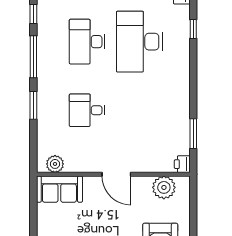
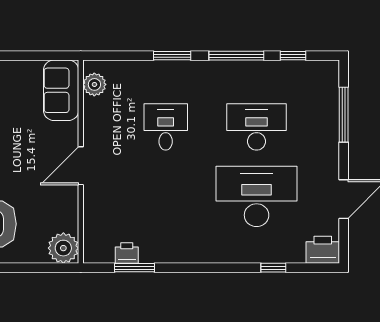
printer: (182, 164) -> (127, 253), moved
plant: (164, 187) -> (63, 248), moved

